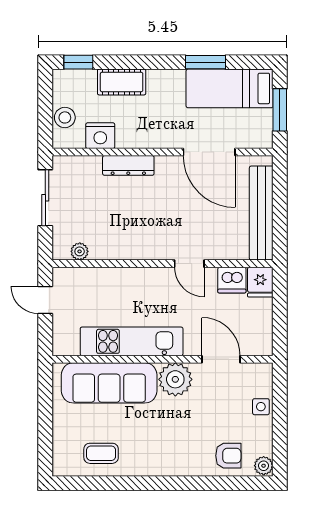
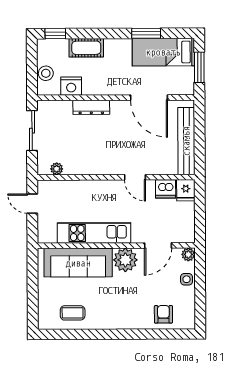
door: (221, 359) -> (158, 245), swing flipped
armchair: (228, 456) -> (163, 314), turned -90
plant: (264, 466) -> (188, 254), moved

